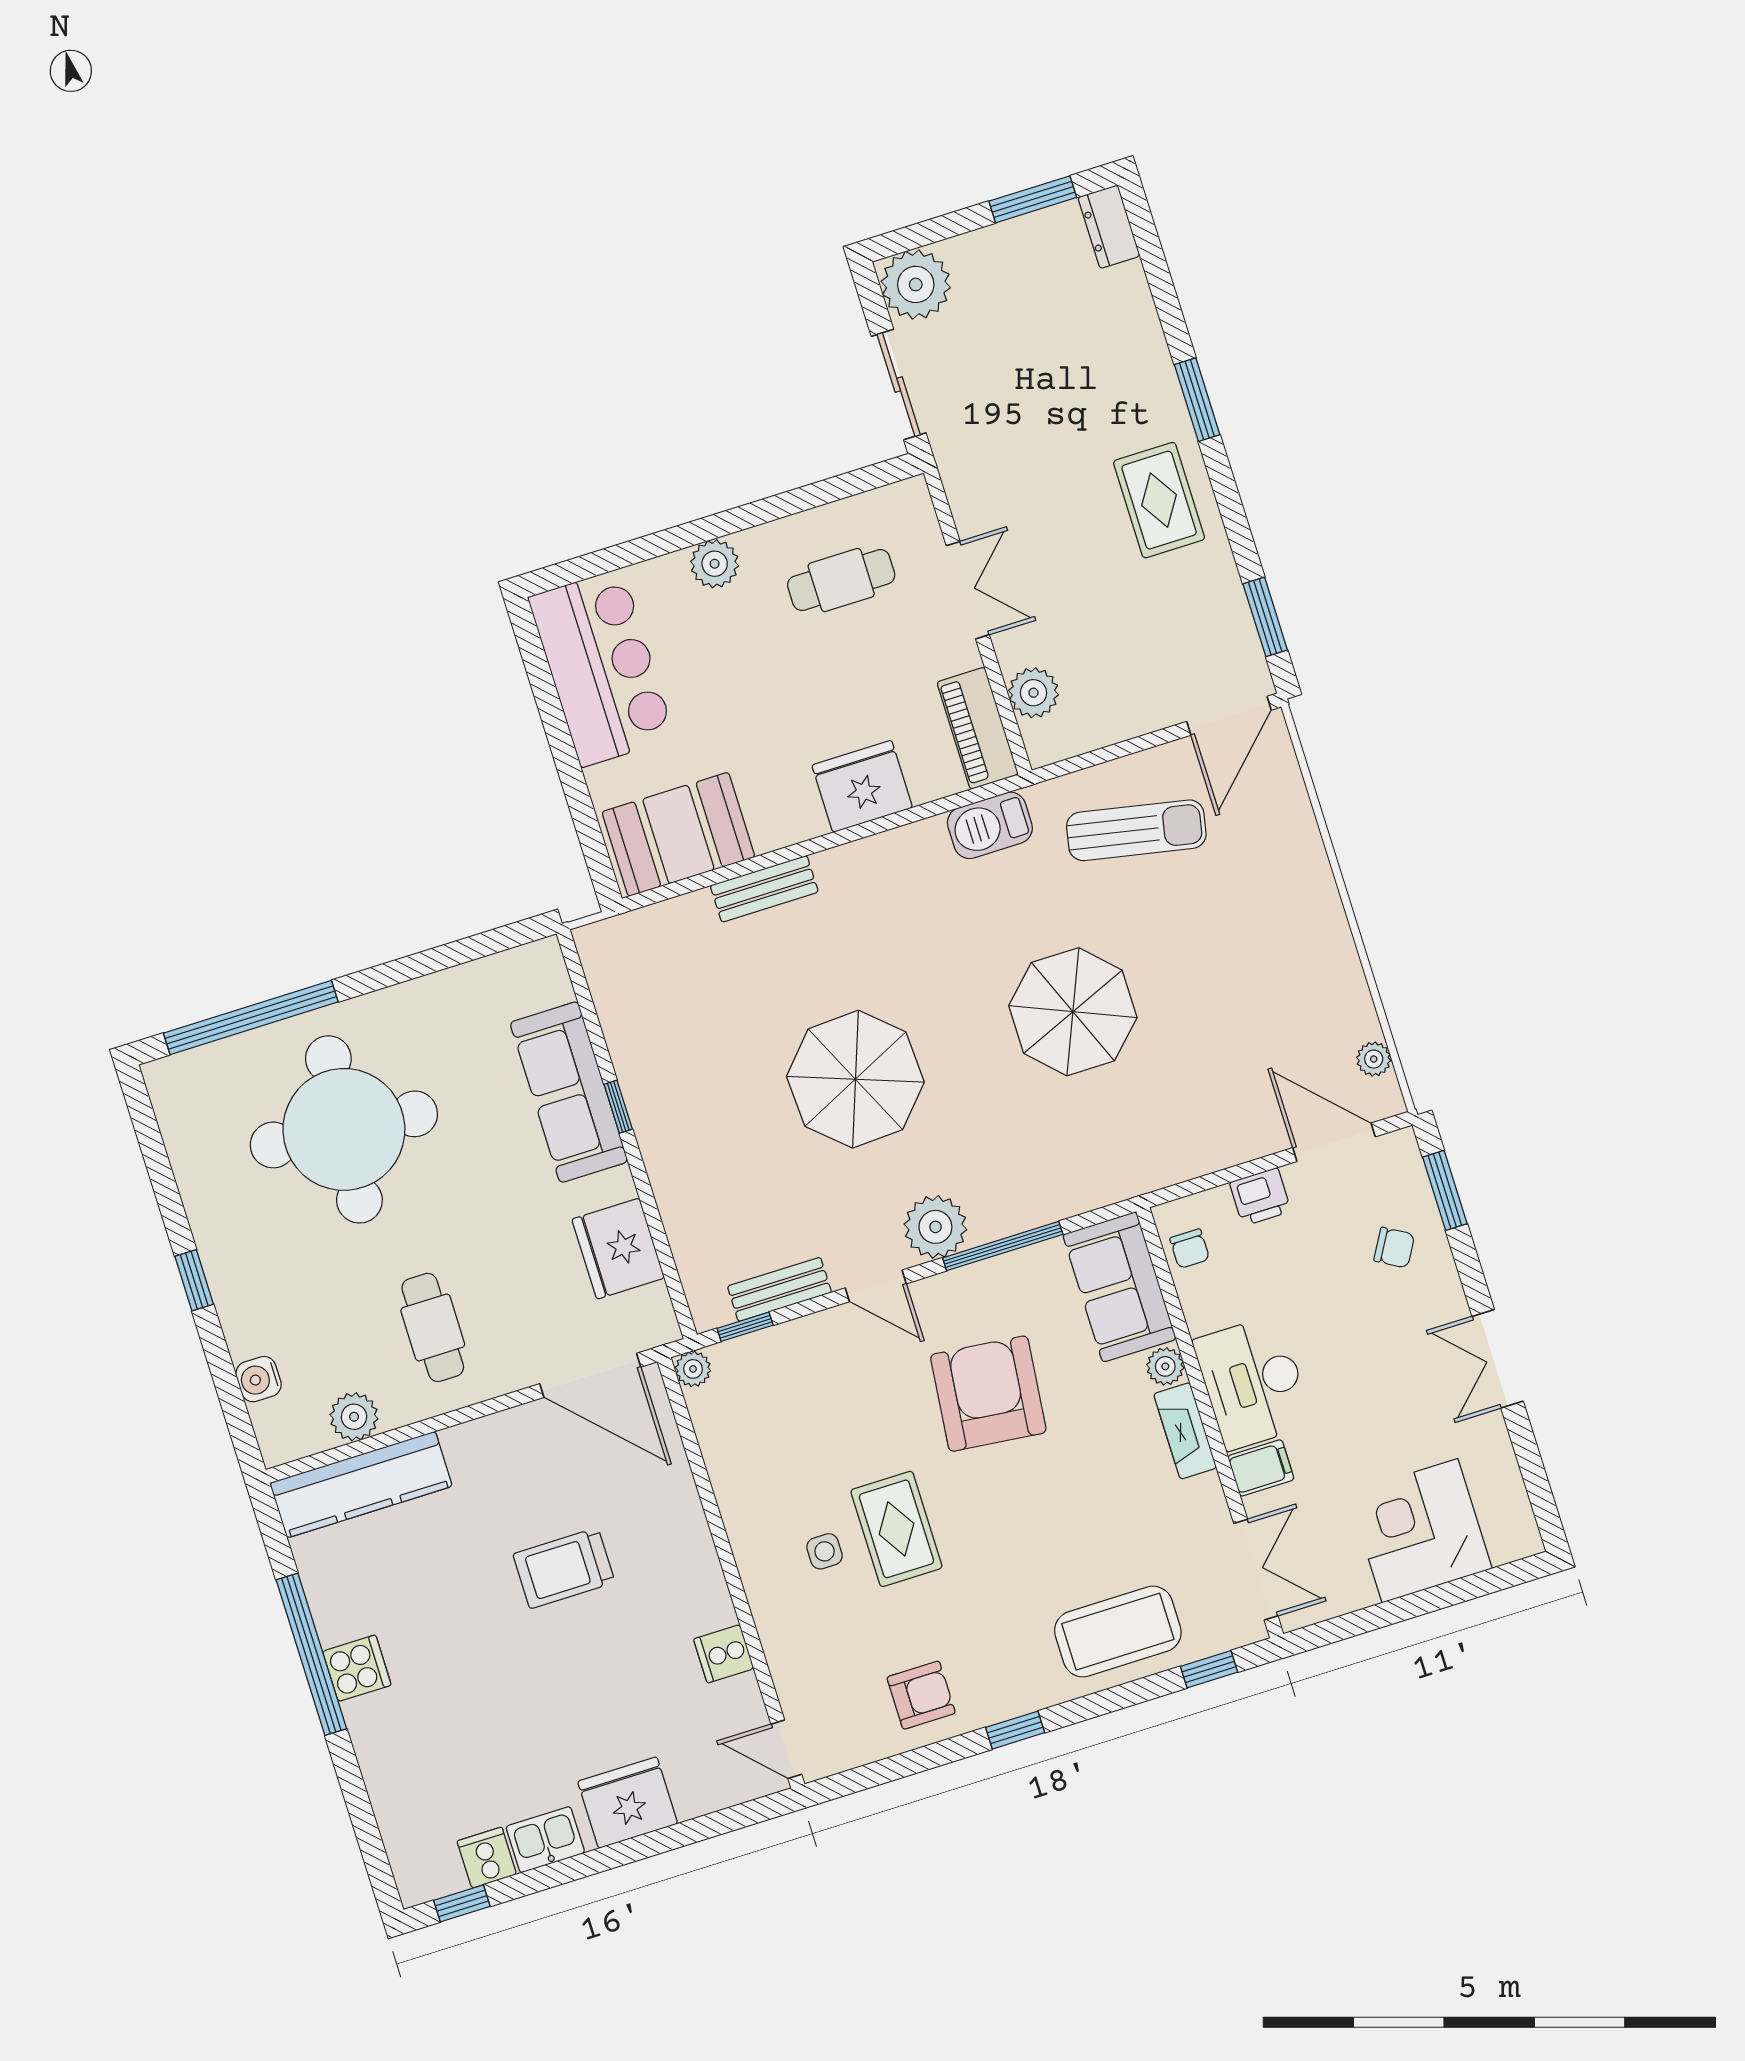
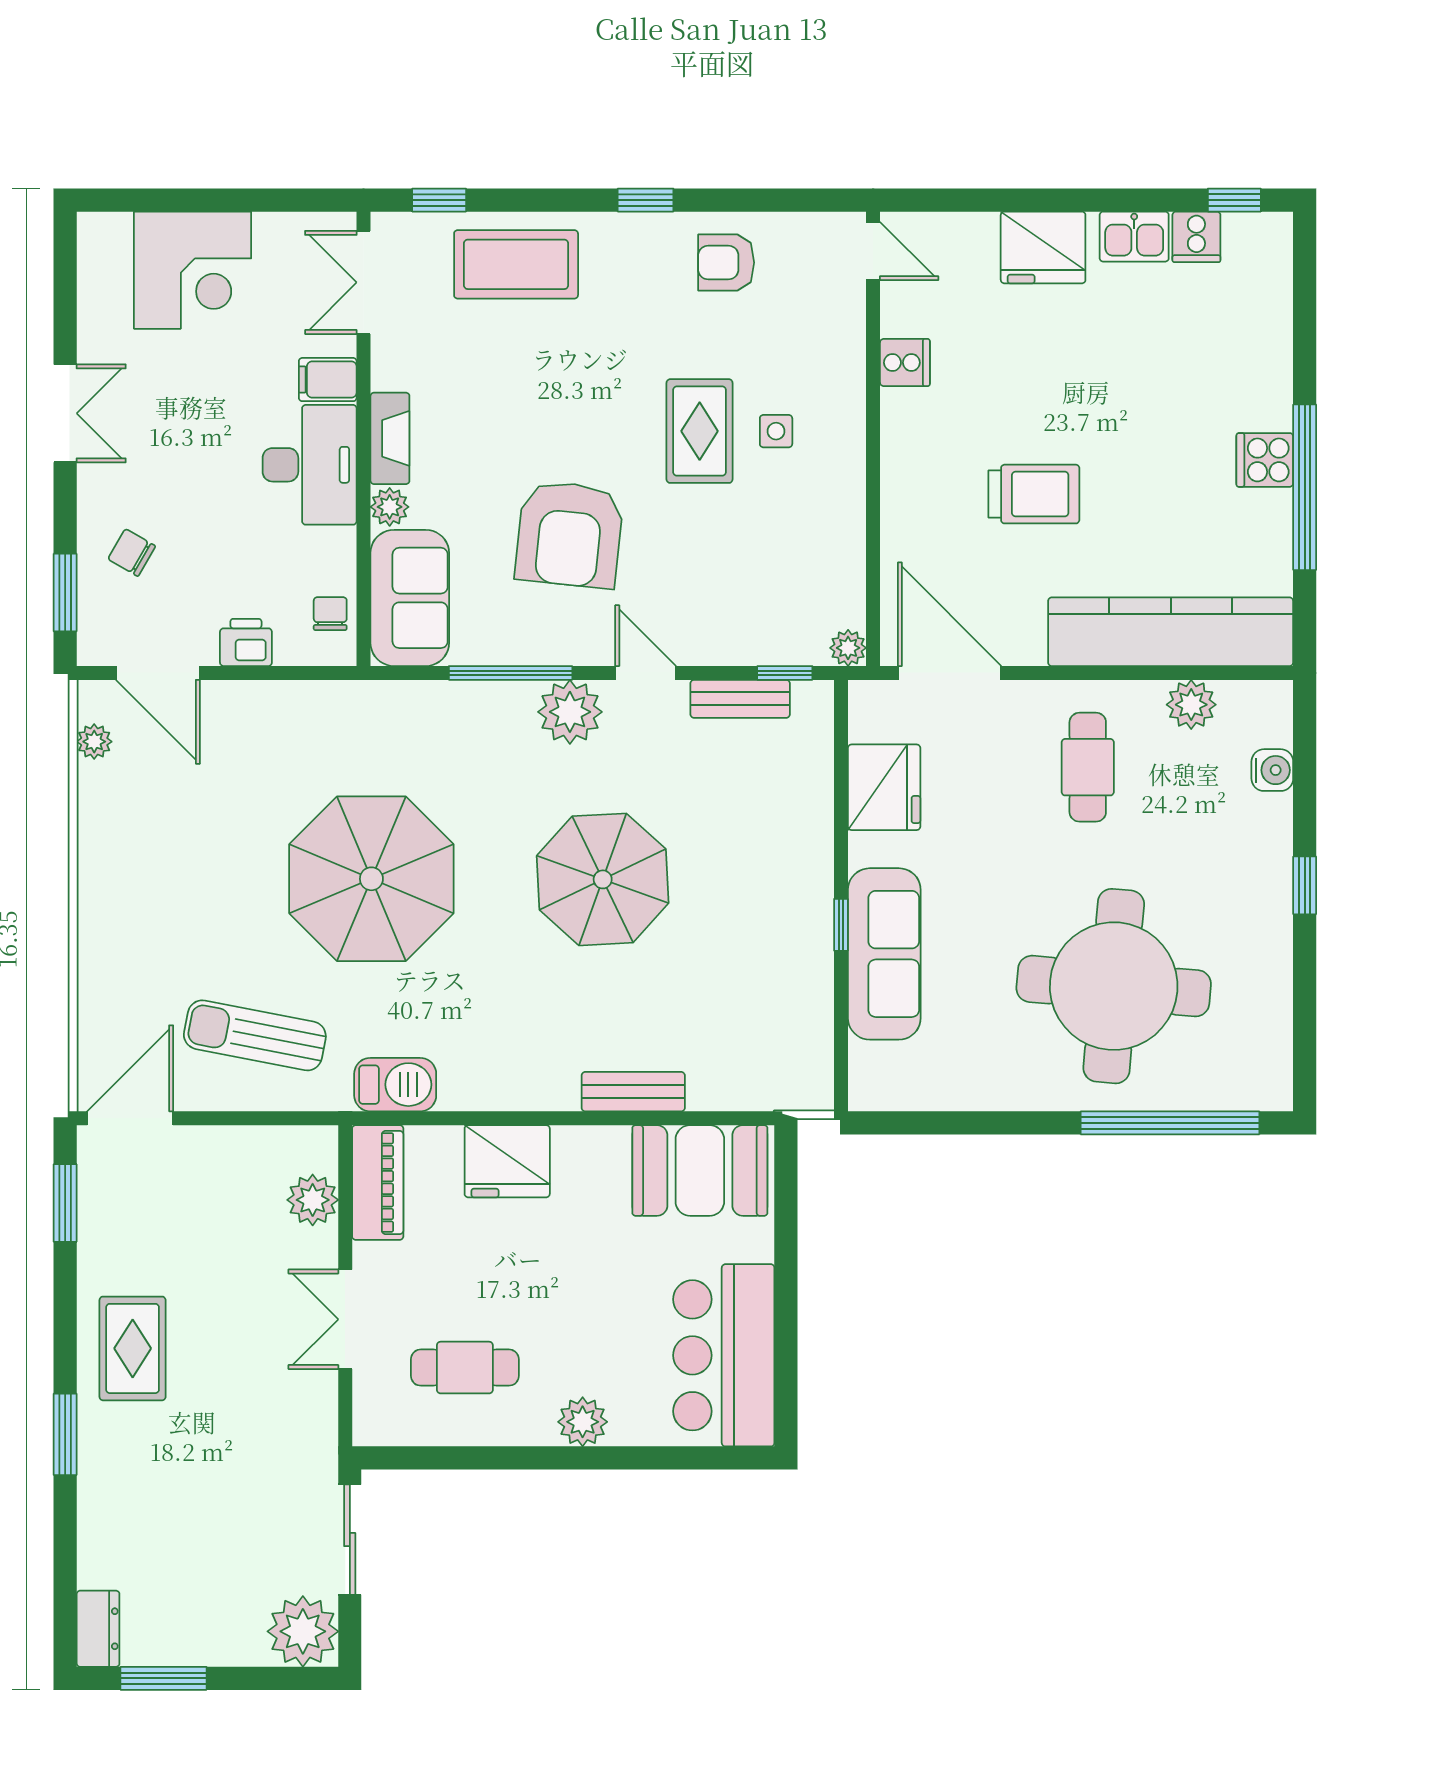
parasol: (1073, 1012) -> (371, 879), width x1.36, depth x1.36
kitchen counter: (361, 1485) -> (1171, 632), width x1.39, depth x1.17

